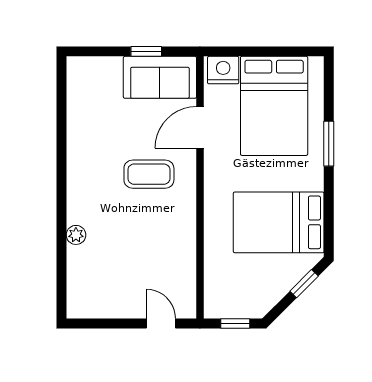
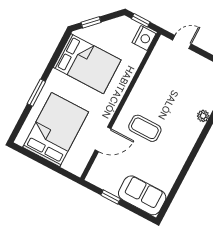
nightstand: (223, 70) -> (144, 38), moved, turned -90
sofa: (160, 77) -> (142, 195), moved
door: (161, 323) -> (182, 42), swing flipped

